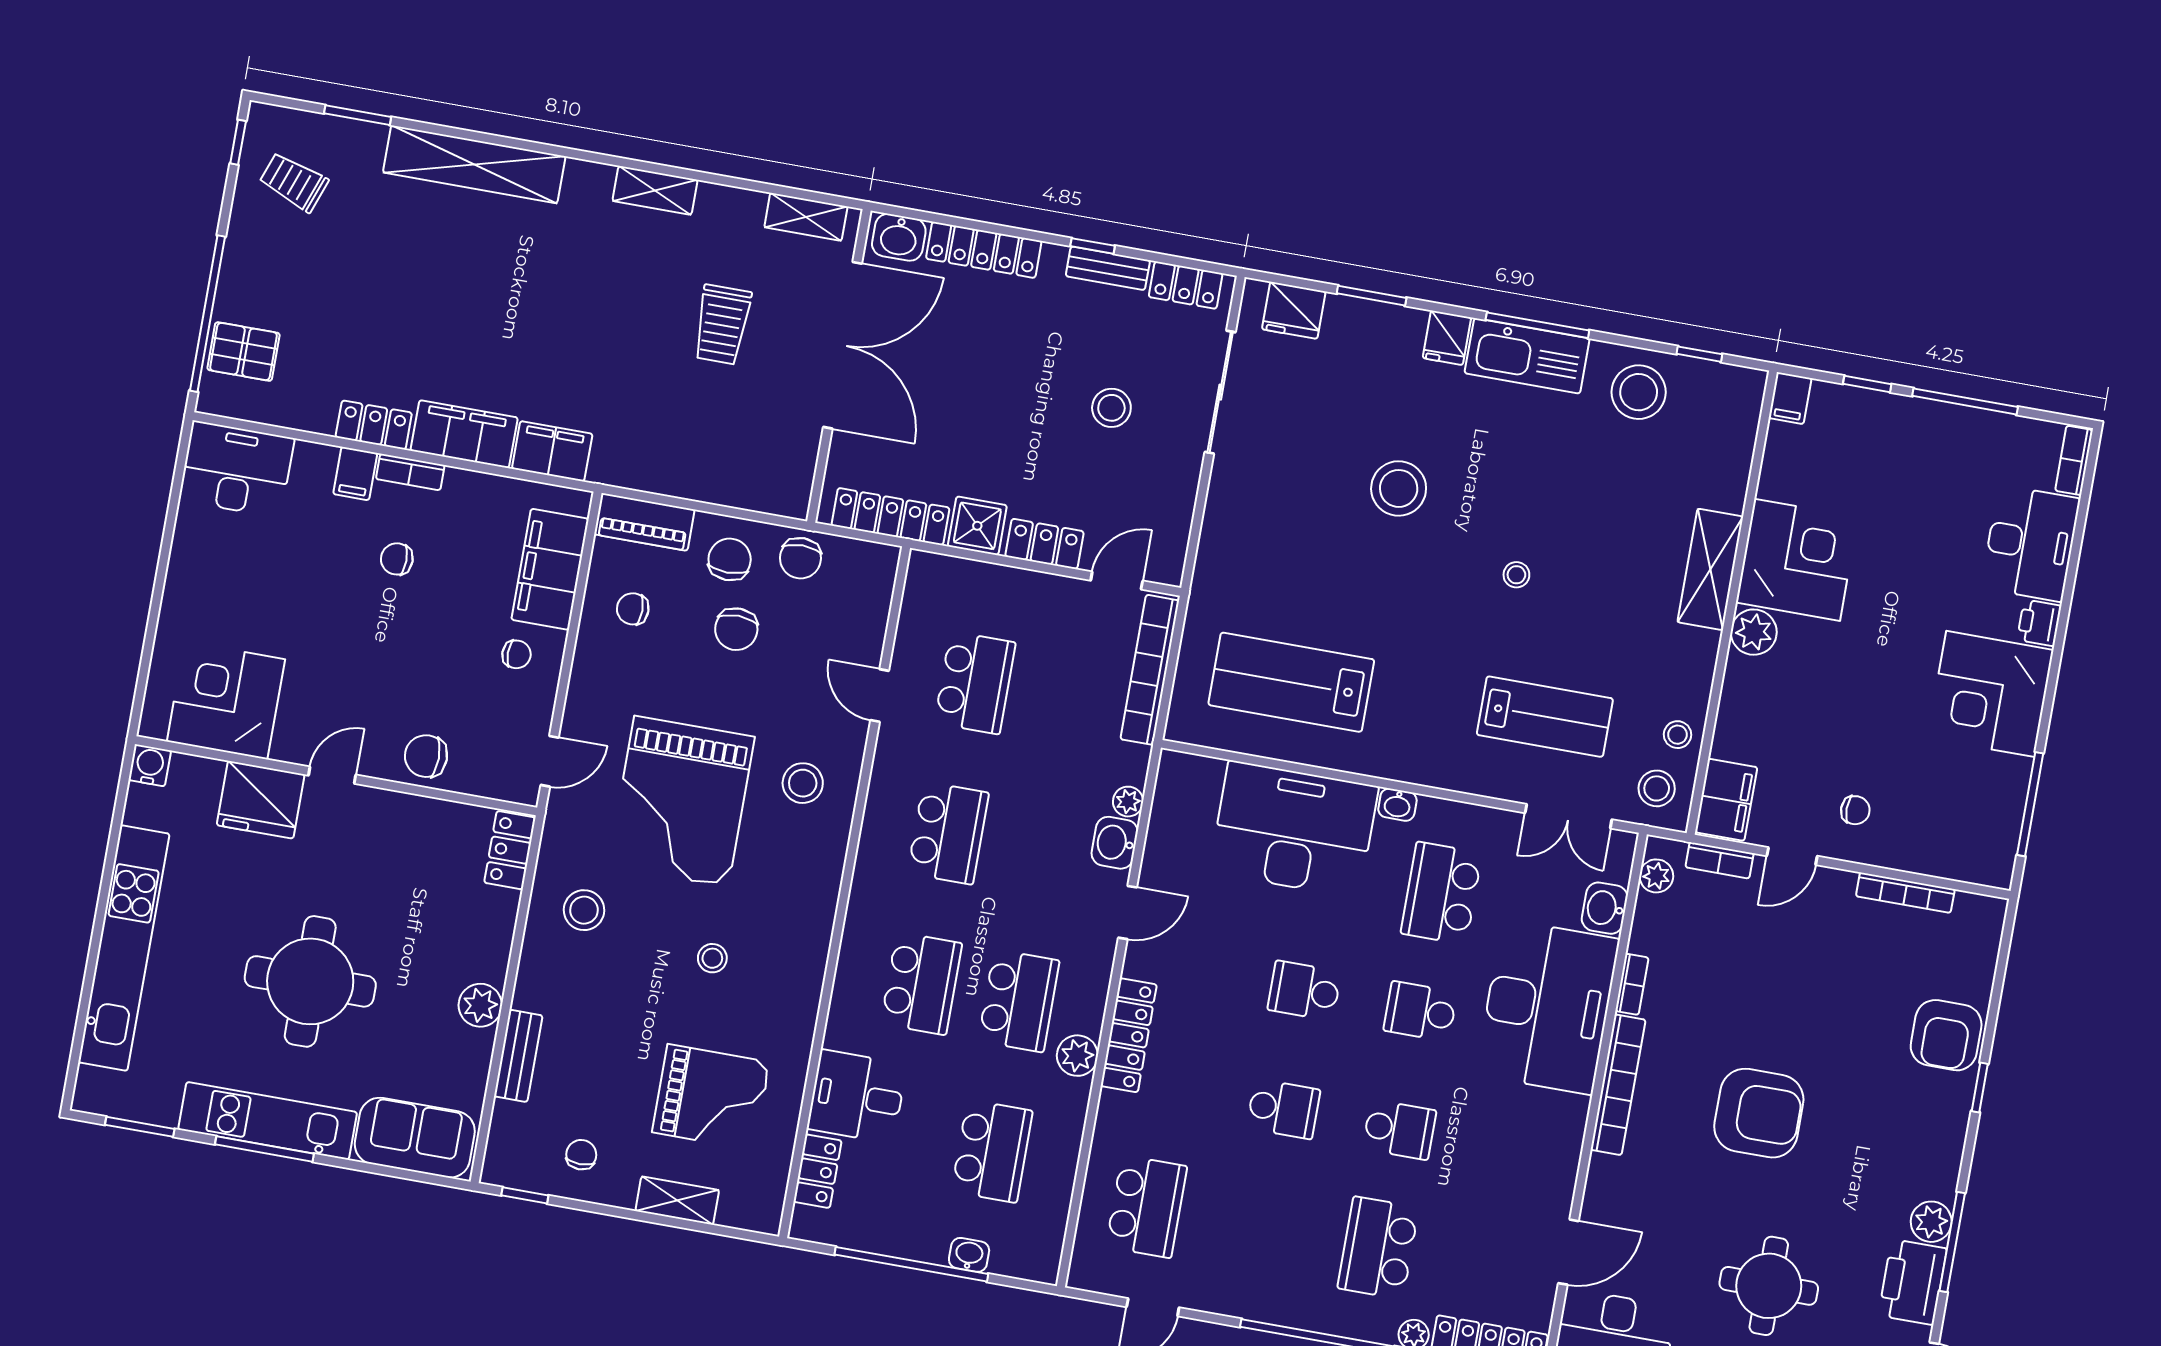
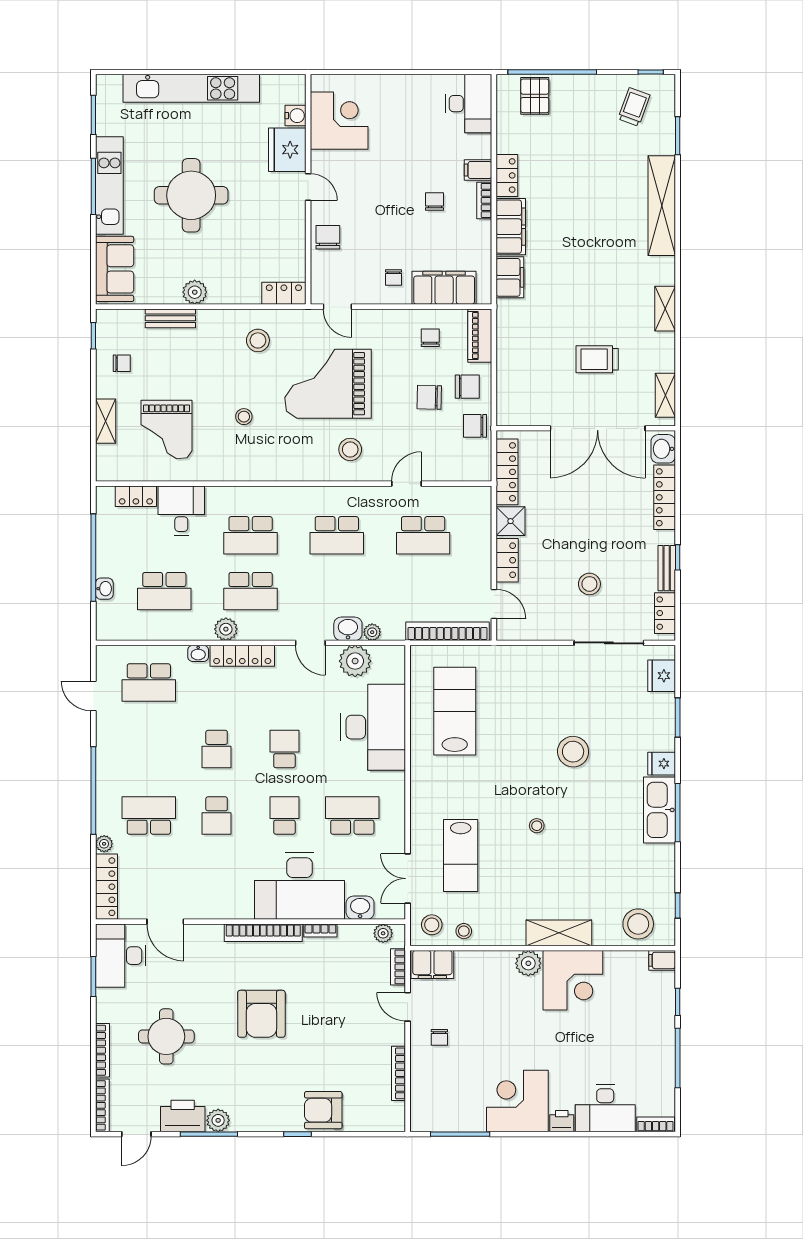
stool: (1639, 392) -> (638, 924), moved
water cooler: (150, 765) -> (295, 116), moved
washbasin: (1397, 805) -> (198, 653), moved, turned -90
plant: (1173, 840) -> (355, 661), added

